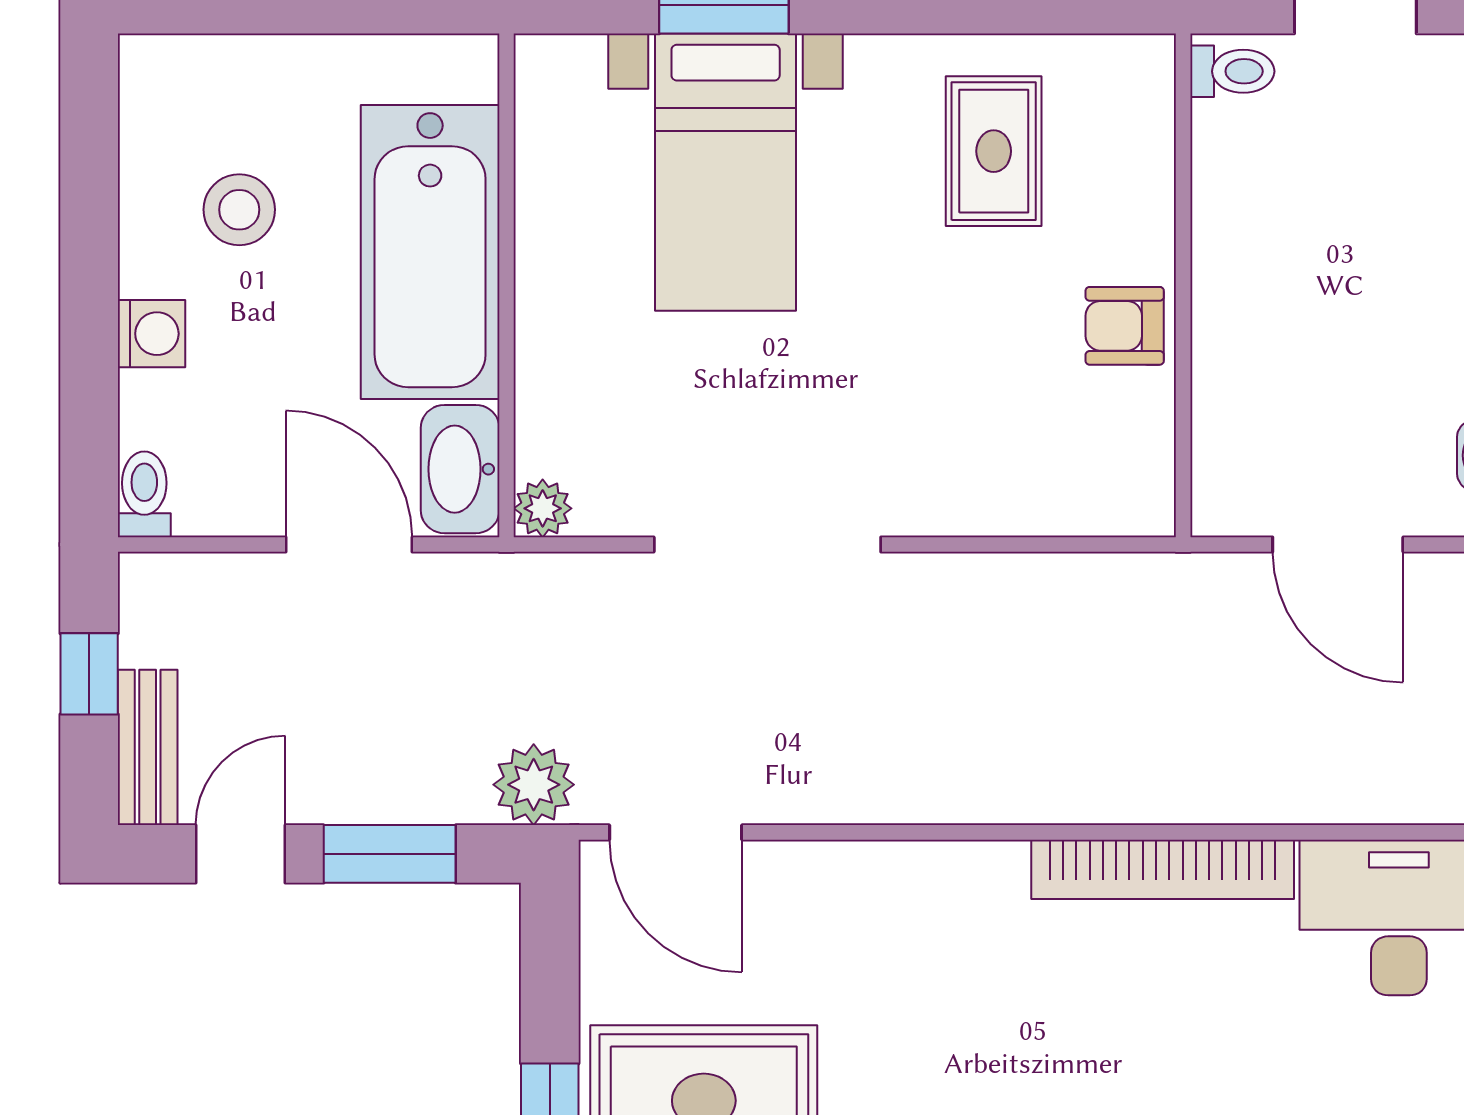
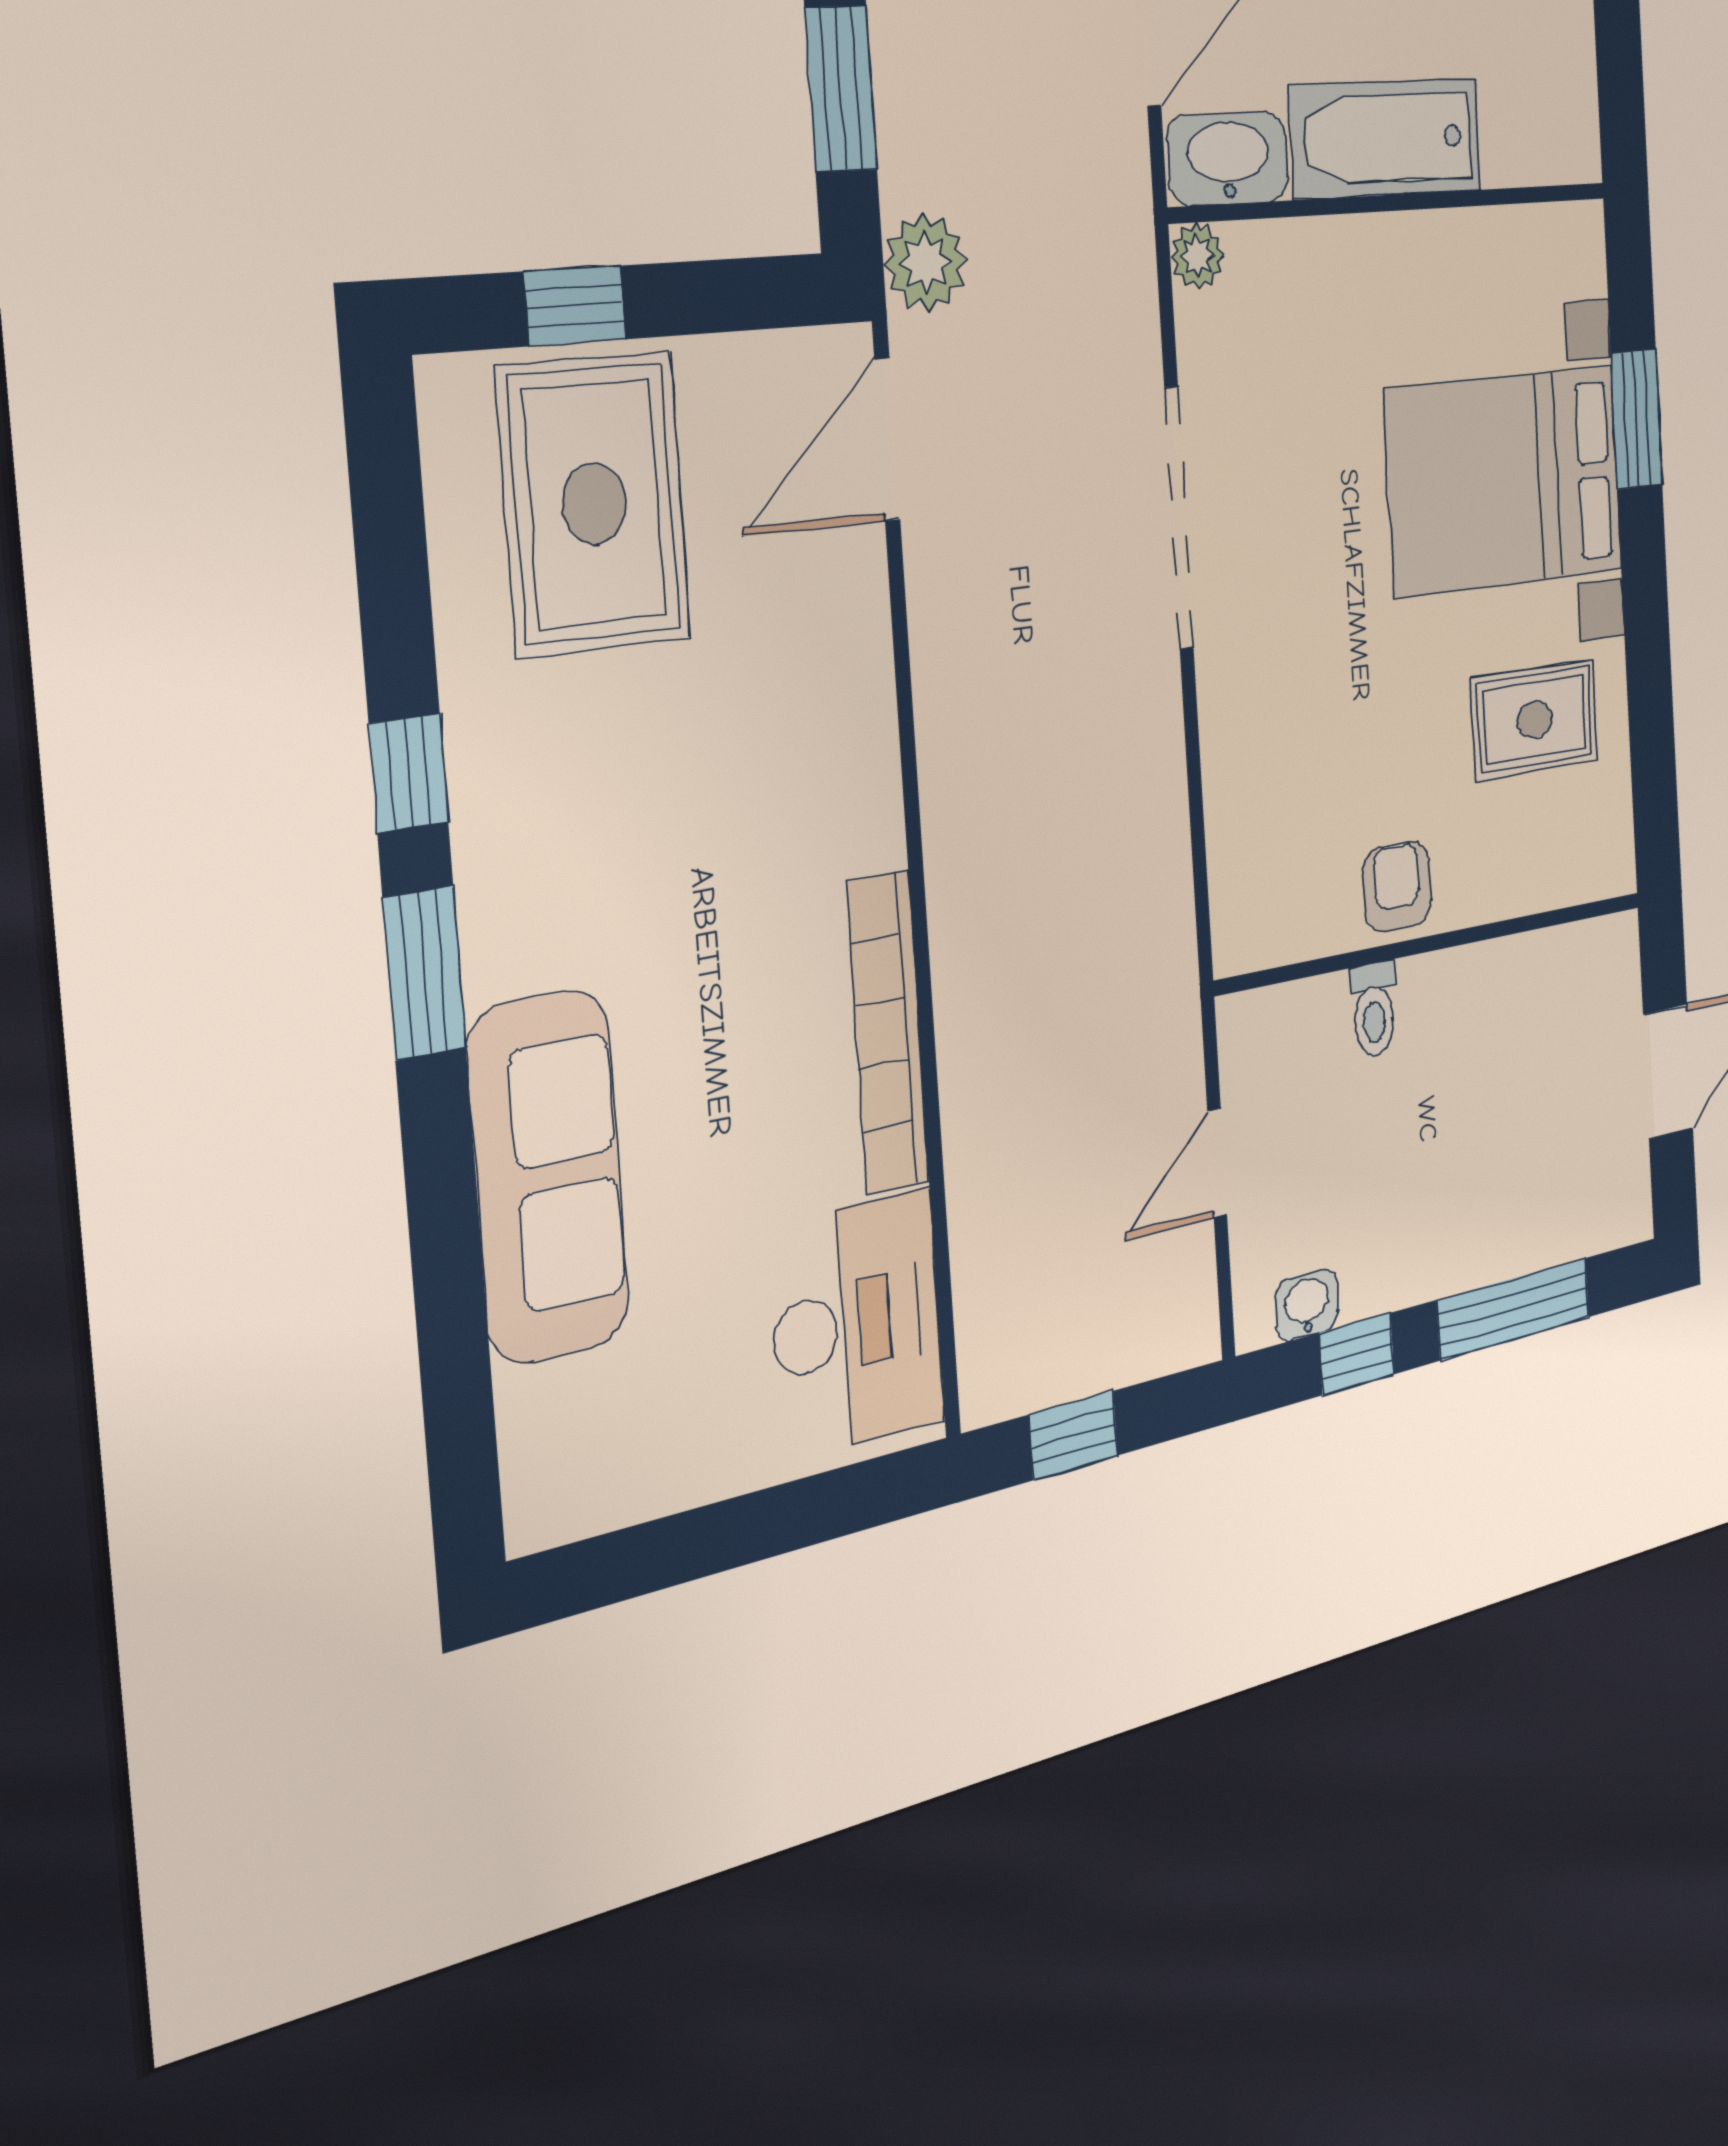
toilet: (1232, 71) -> (1374, 1009), moved
bed with nightstands: (726, 172) -> (1505, 481), width x1.36
bathtub: (430, 252) -> (1386, 138), width x0.73, depth x0.73
door: (1338, 544) -> (1217, 1163), width x0.73

